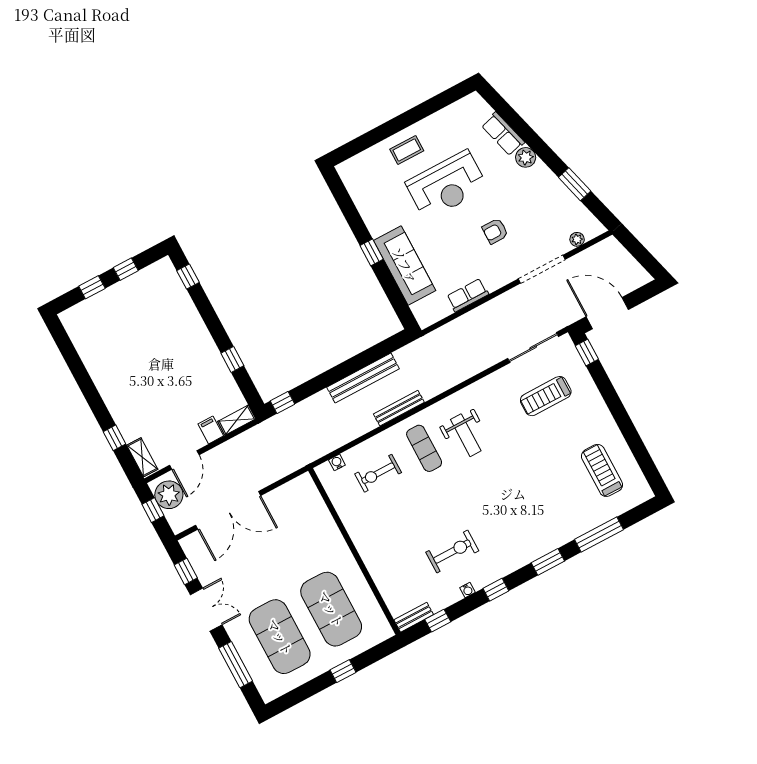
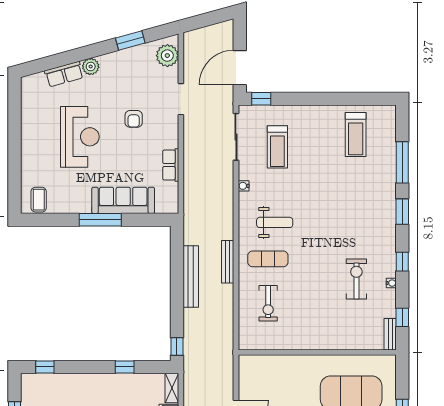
coffee table: (407, 150) -> (39, 200), moved
plant: (577, 239) -> (167, 56), width x1.87, depth x1.87
window: (372, 252) -> (100, 220), width x2.17
doorway: (542, 269) -> (181, 99), width x0.73
water cooler: (337, 462) -> (244, 186), moved
treadmill: (602, 470) -> (356, 135), turned -90

